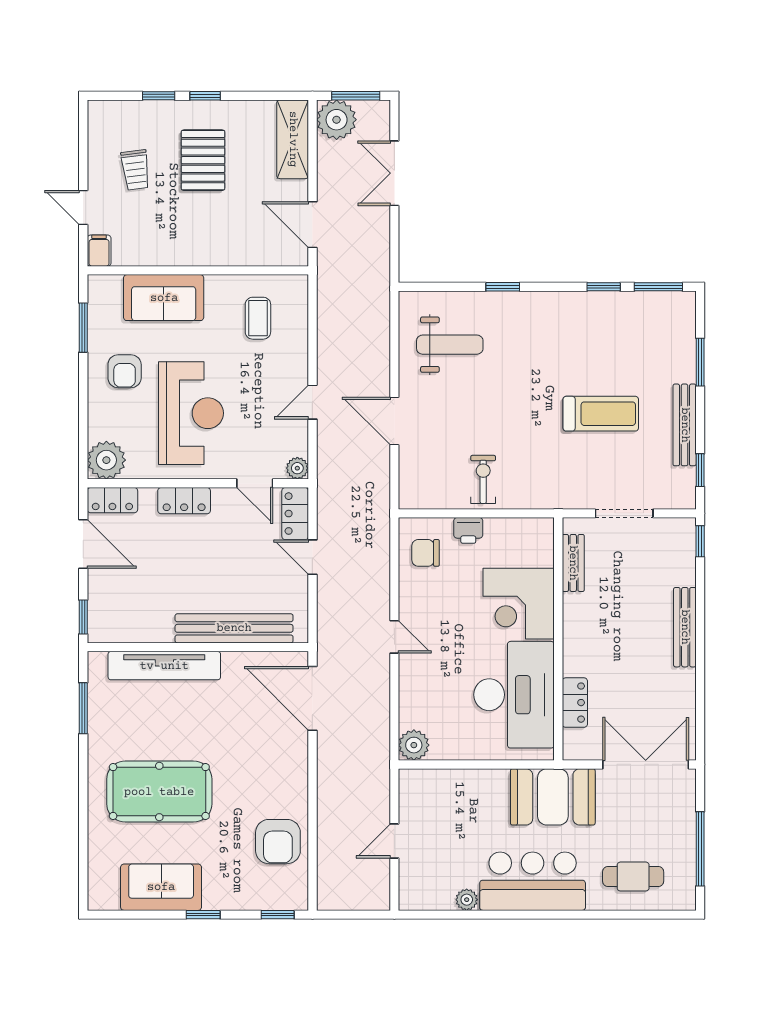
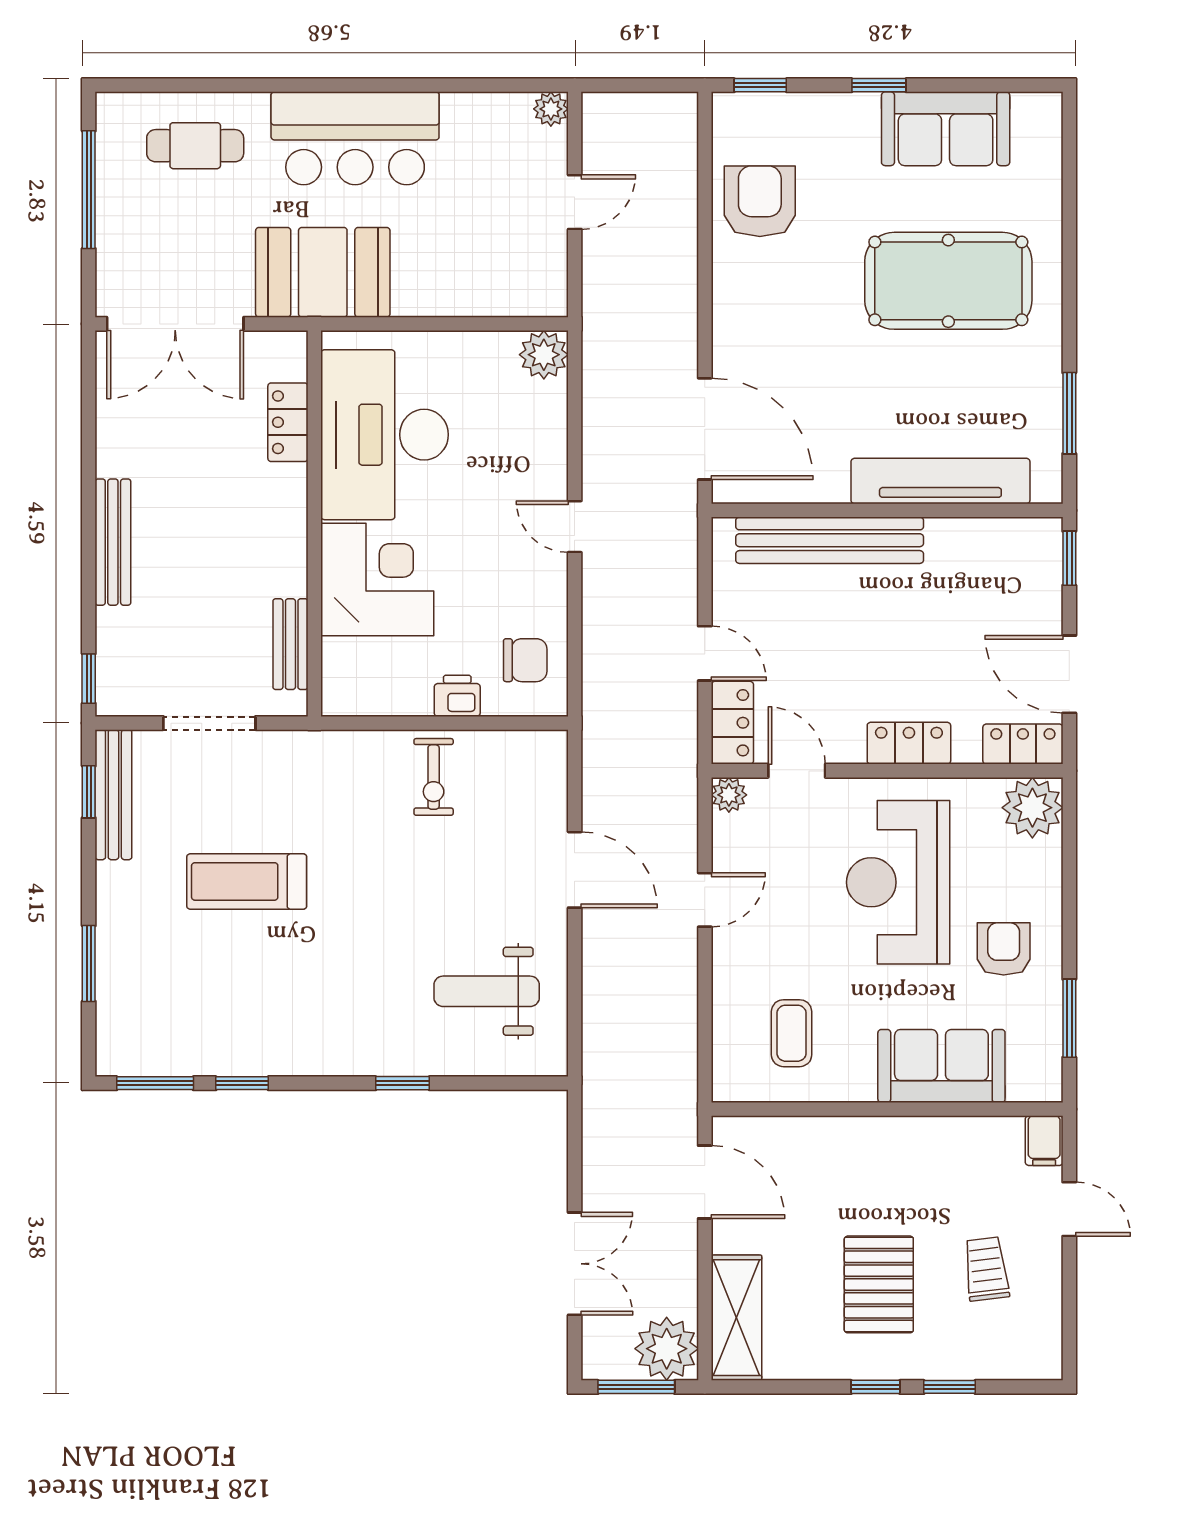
bench: (685, 425) -> (113, 795), moved
plant: (467, 900) -> (551, 109), moved

